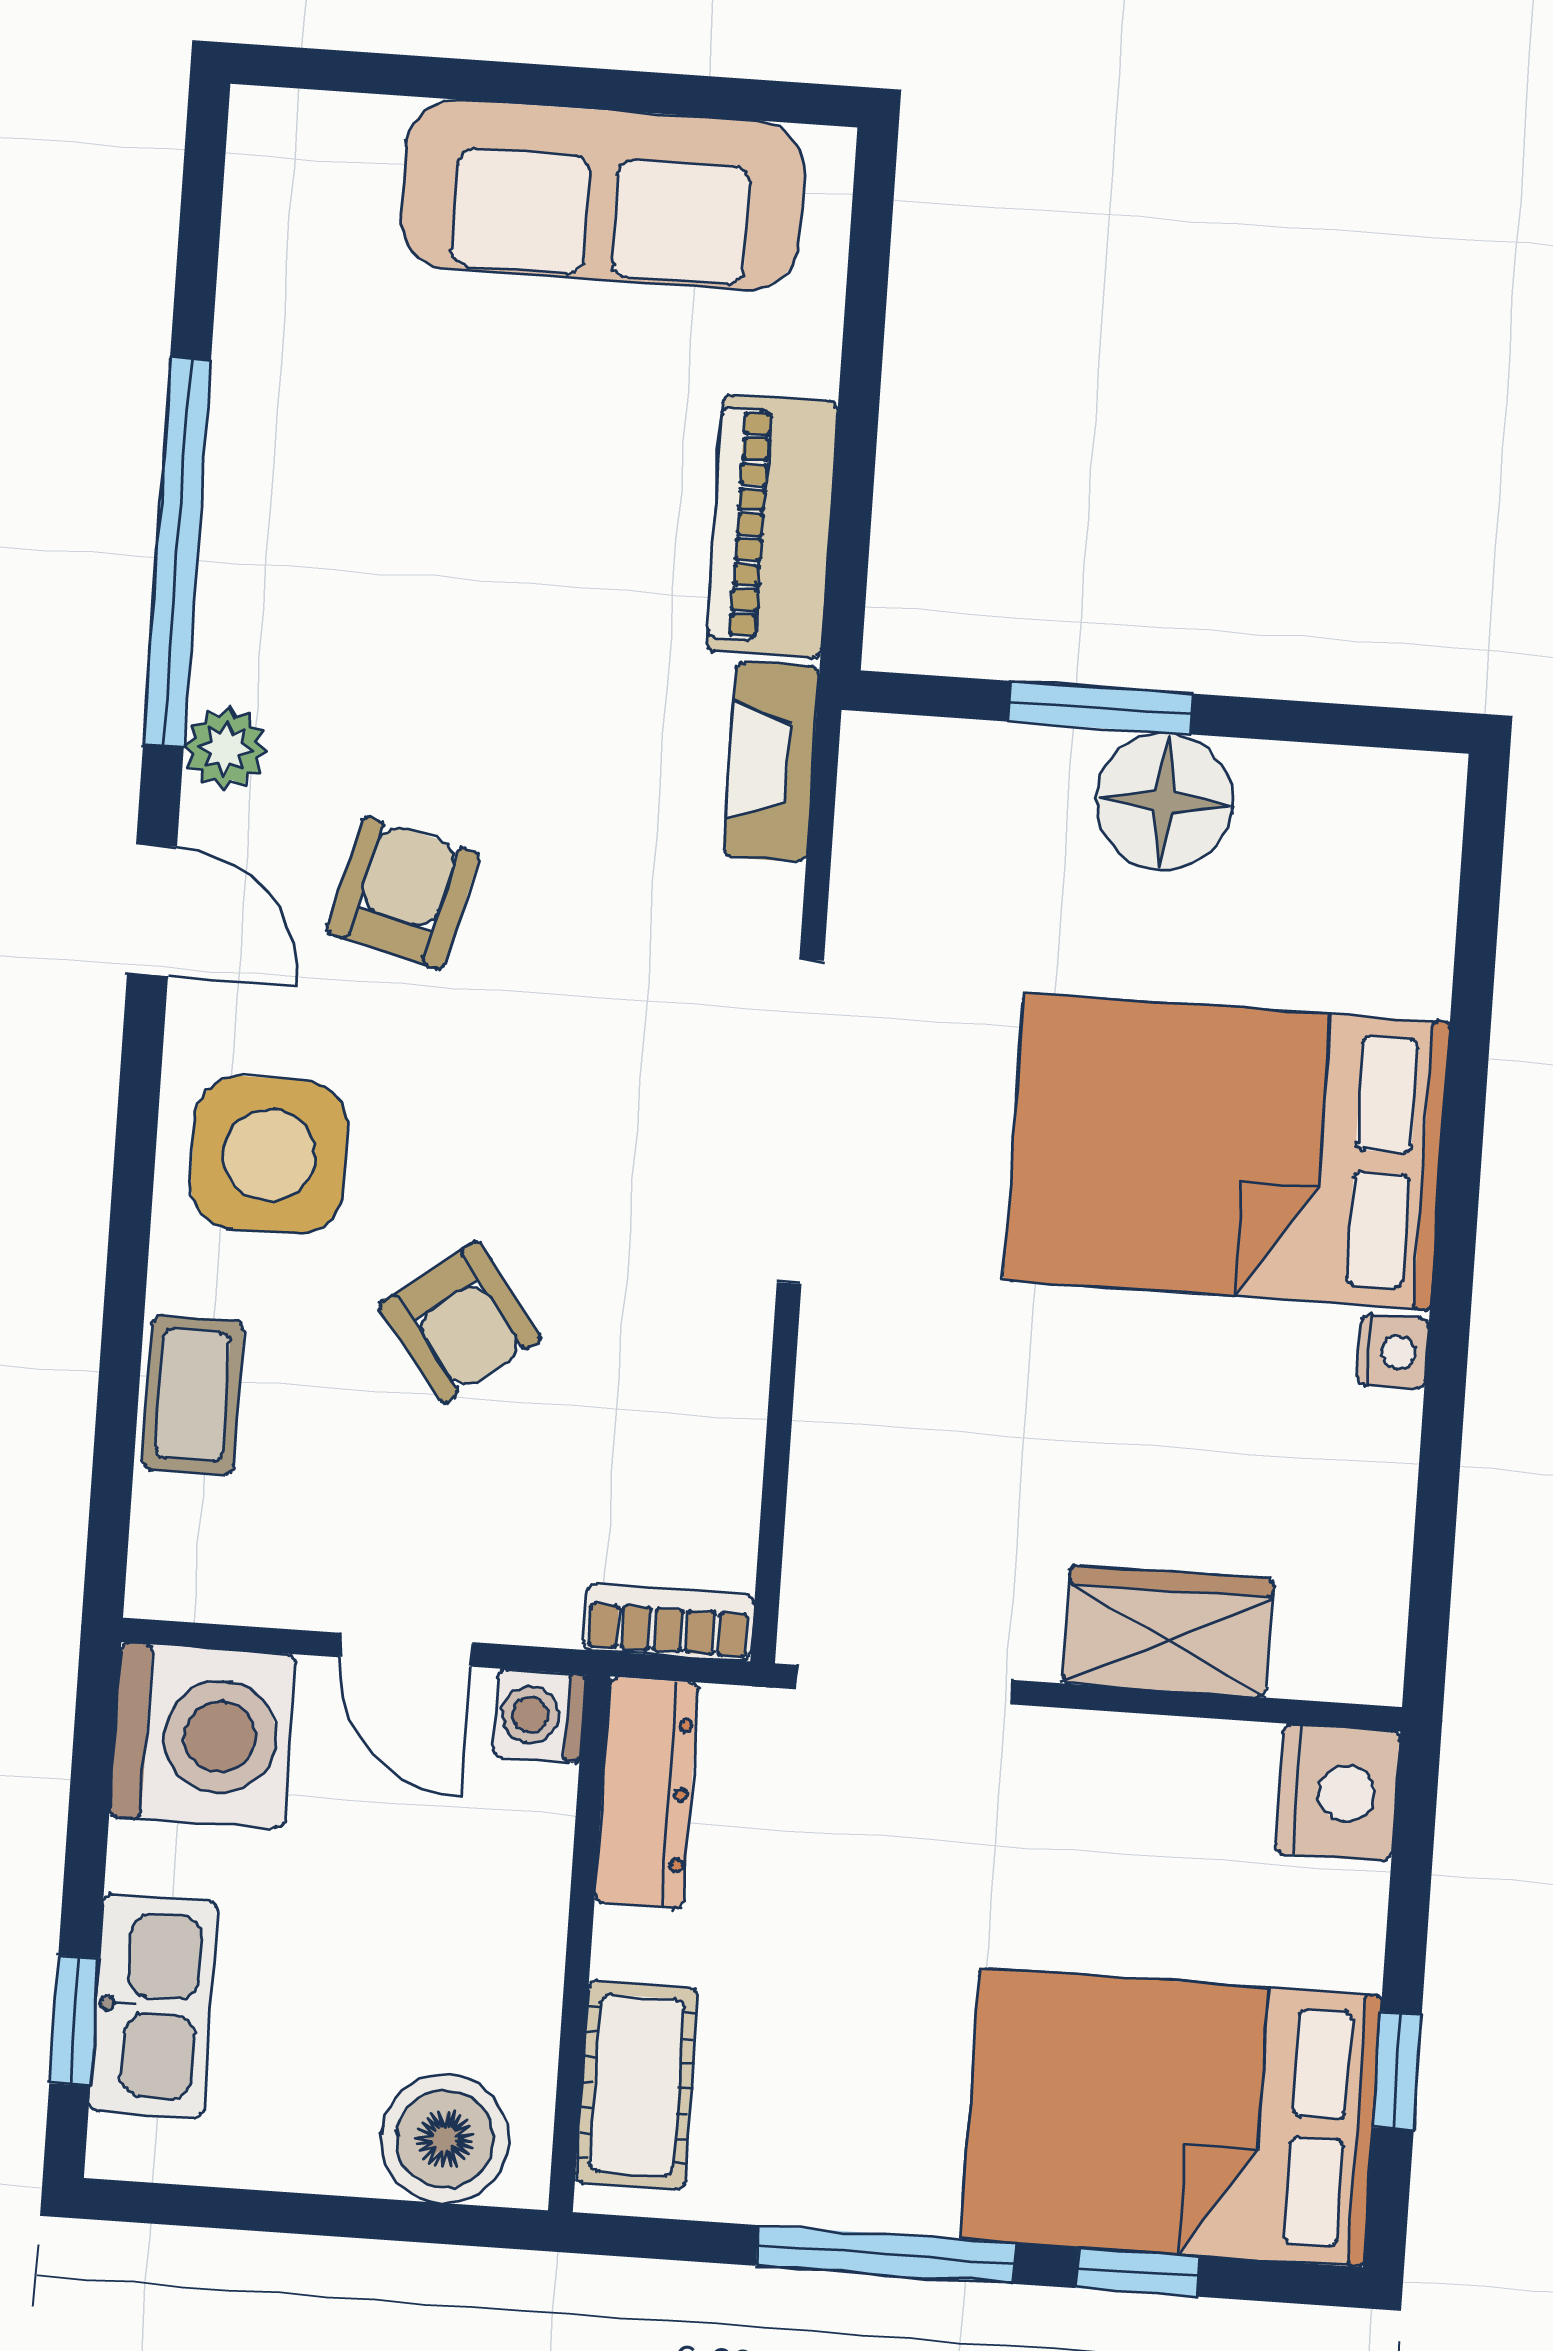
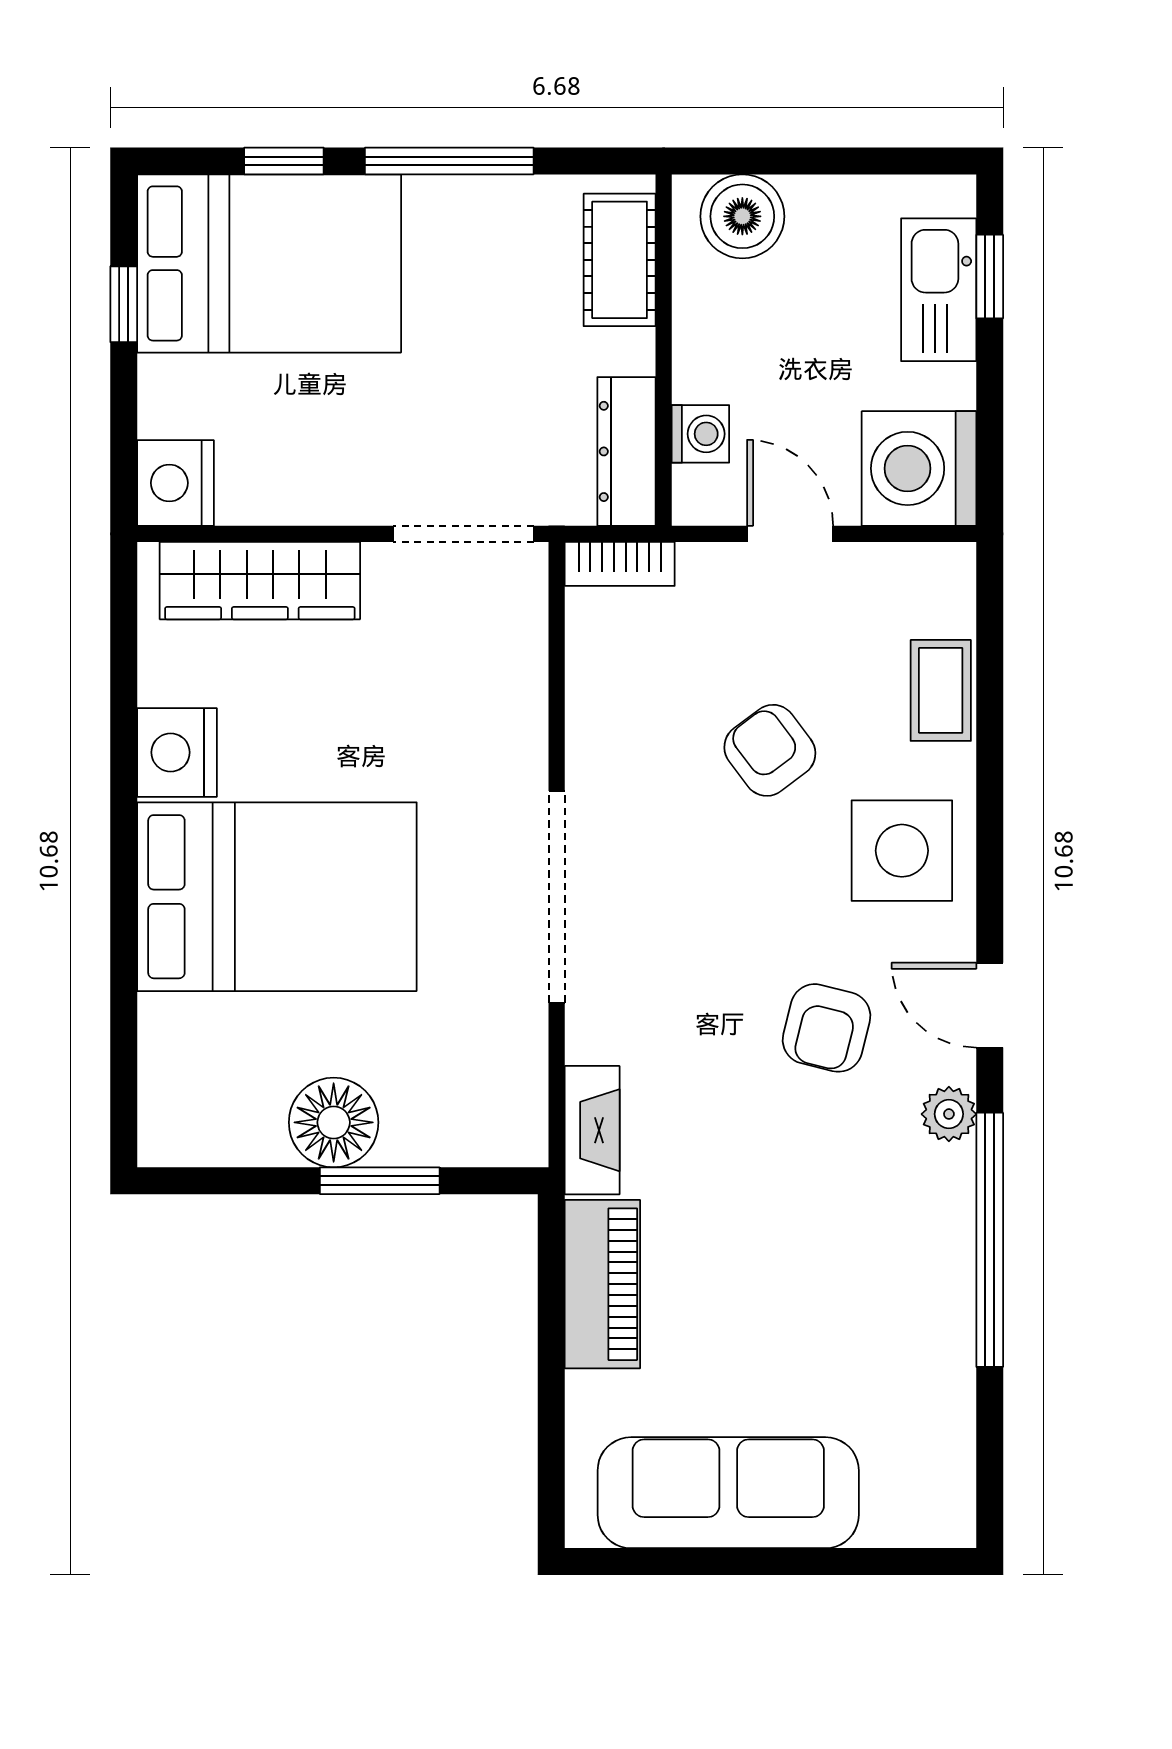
nightstand: (1393, 1352) -> (177, 752), width x1.89, depth x1.79
wardrobe: (1168, 1631) -> (260, 581), width x1.50
washing machine: (539, 1715) -> (700, 434), moved

